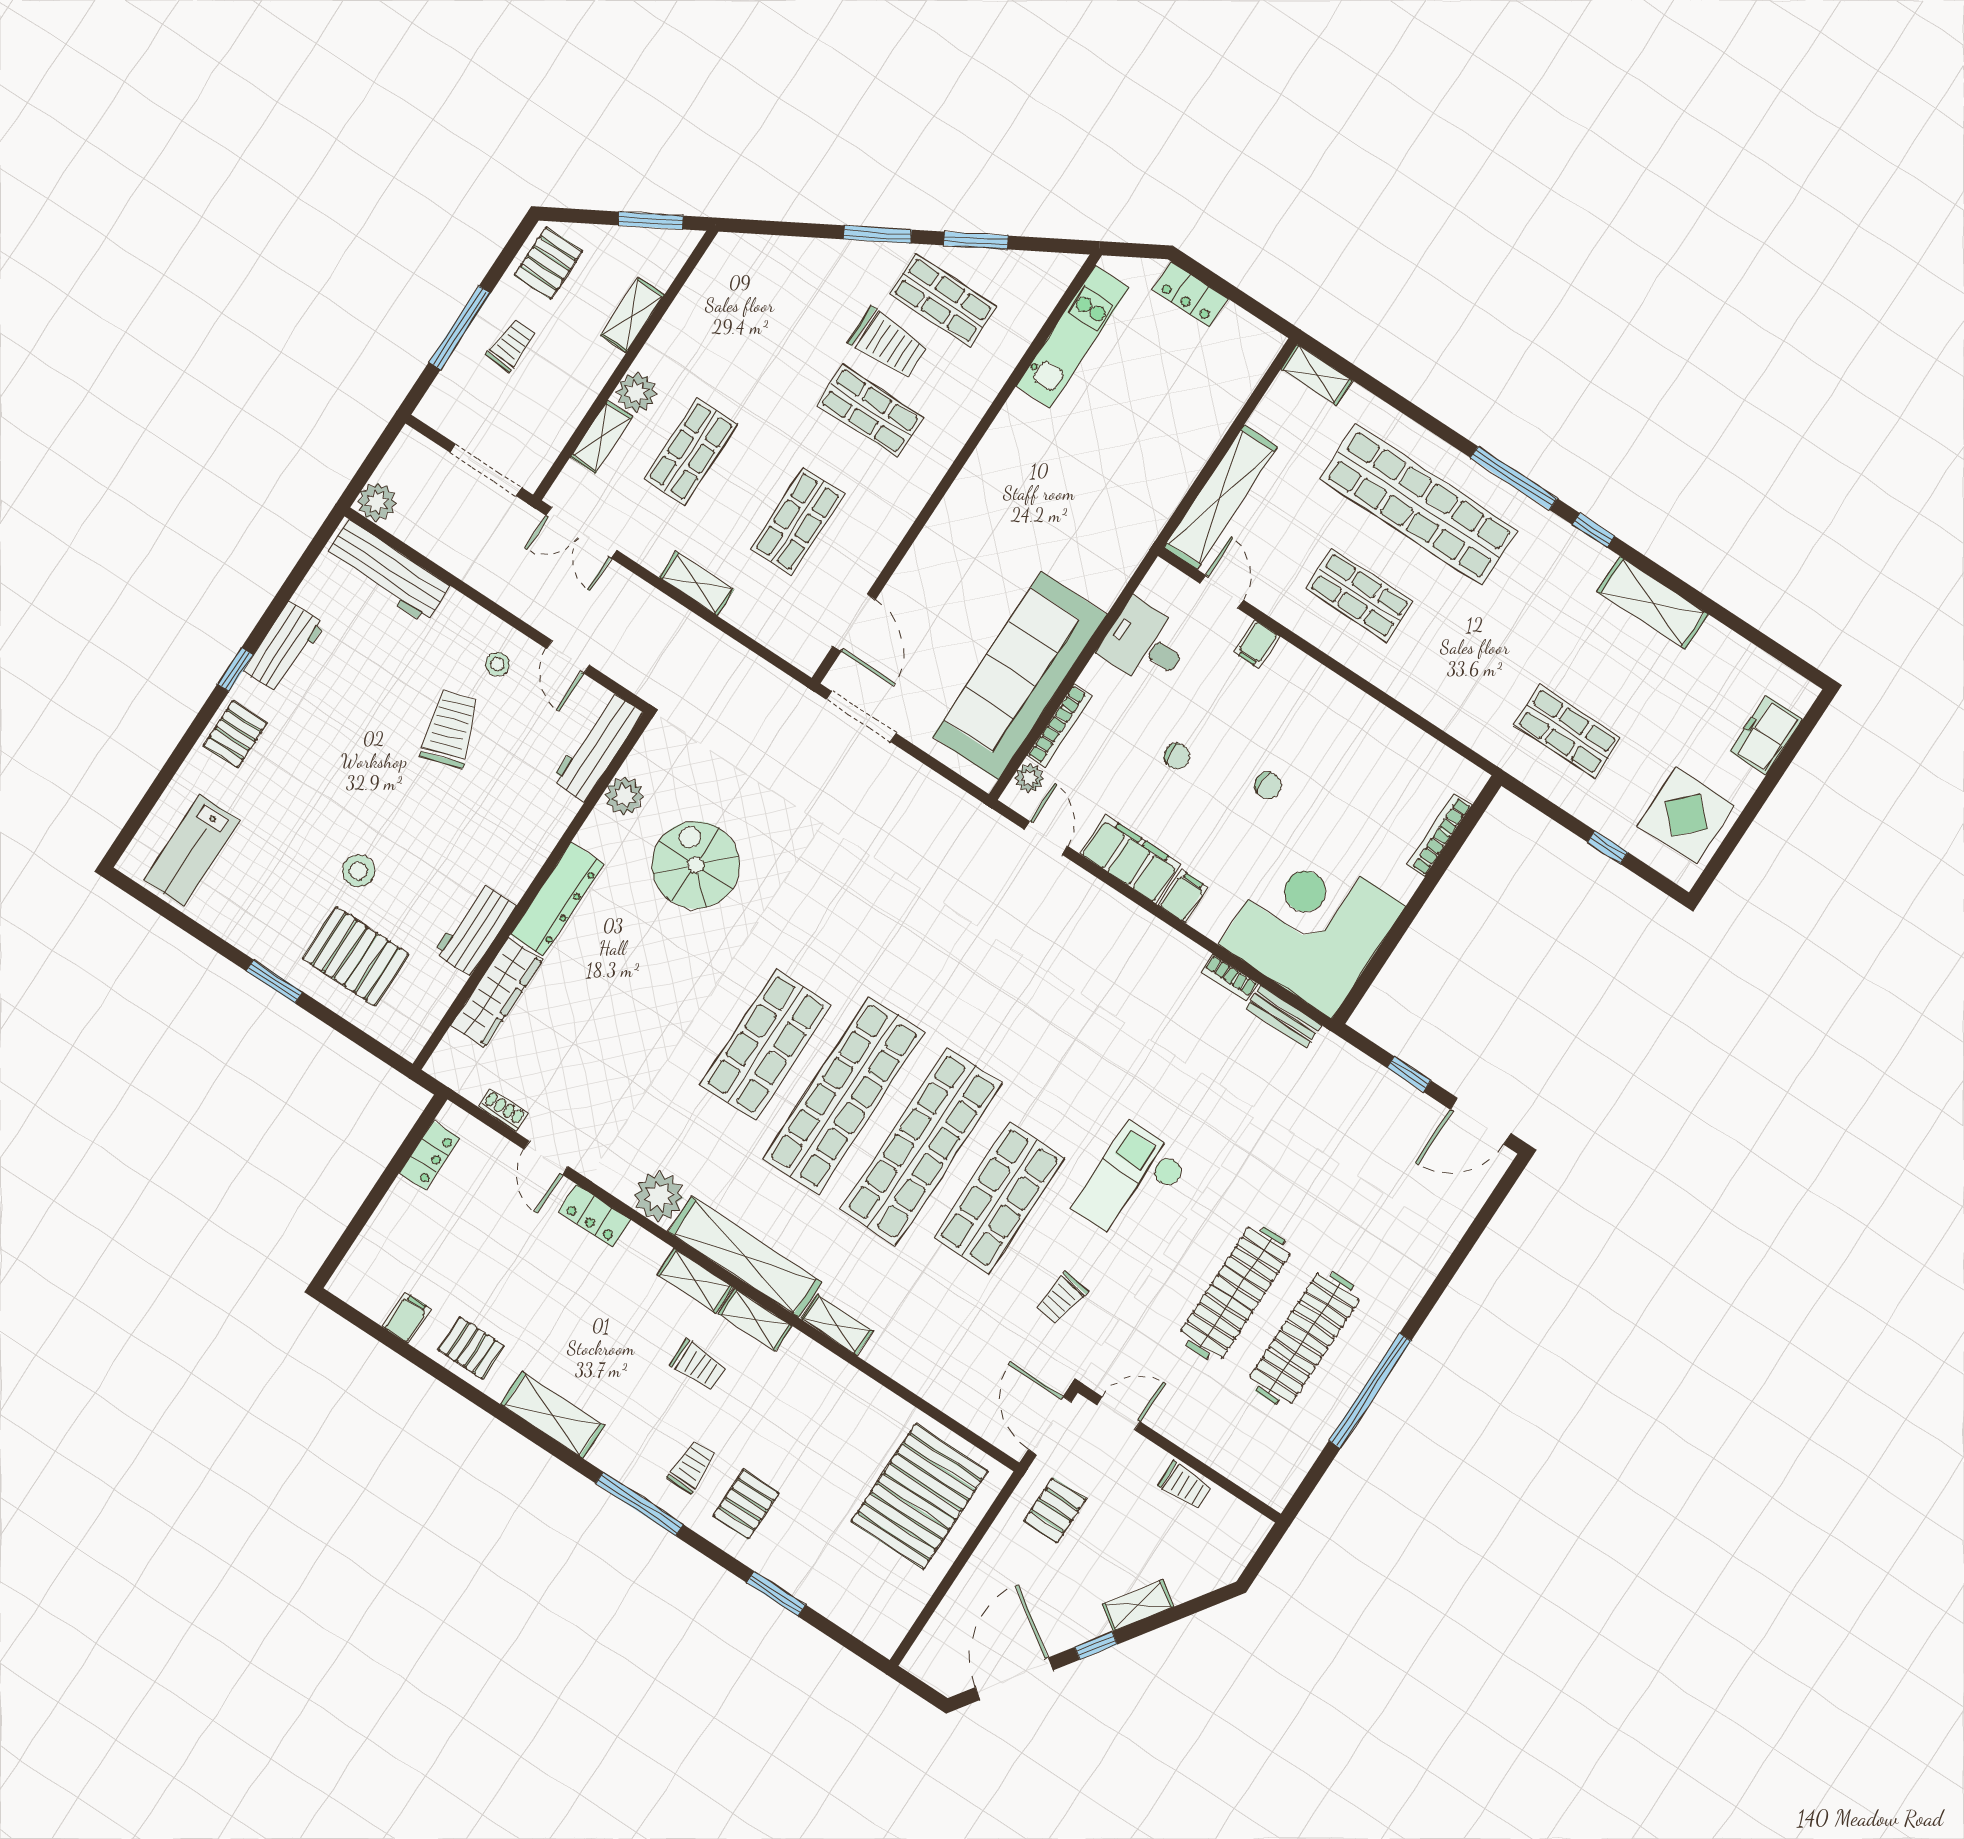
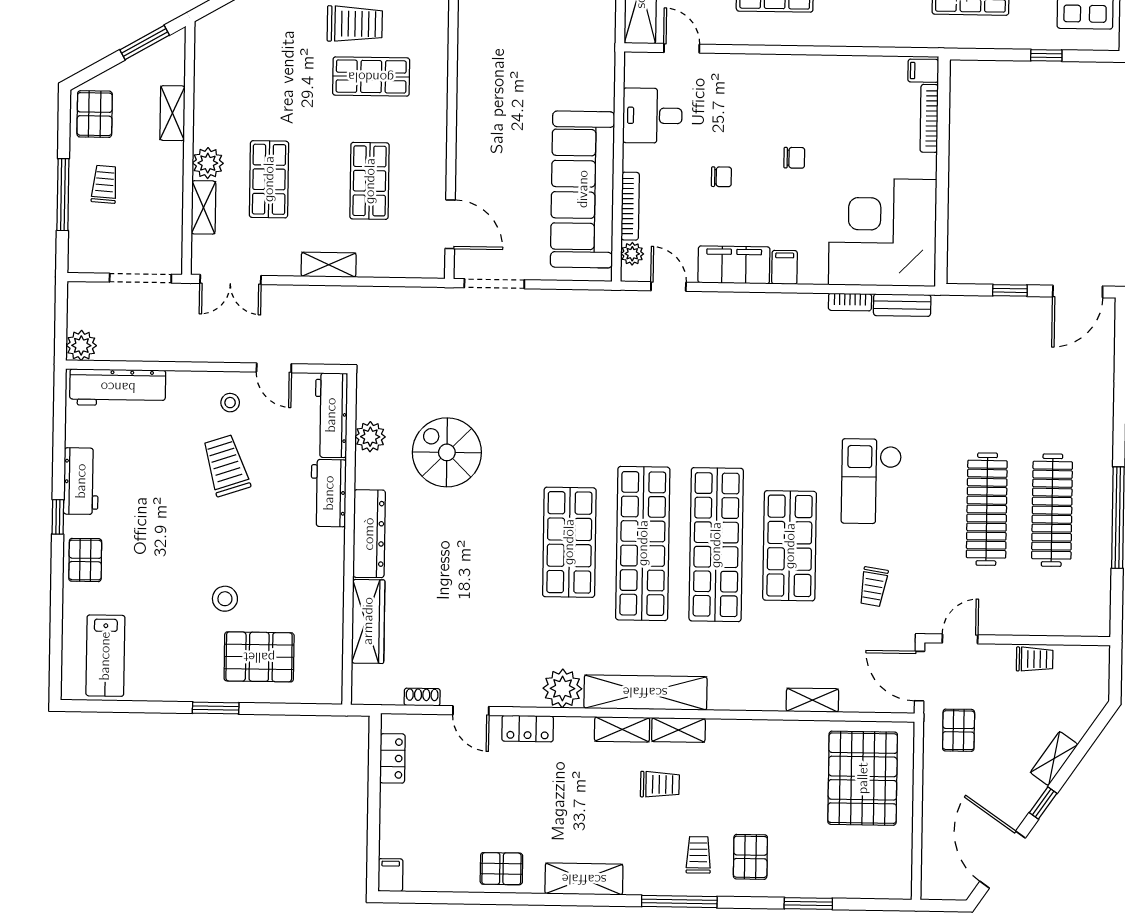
filing cabinet: (1257, 644) -> (923, 71), moved, turned 90
workbench: (475, 929) -> (329, 493), moved
filing cabinet: (407, 1318) -> (390, 875), moved
shelving: (837, 1325) -> (812, 700), moved

